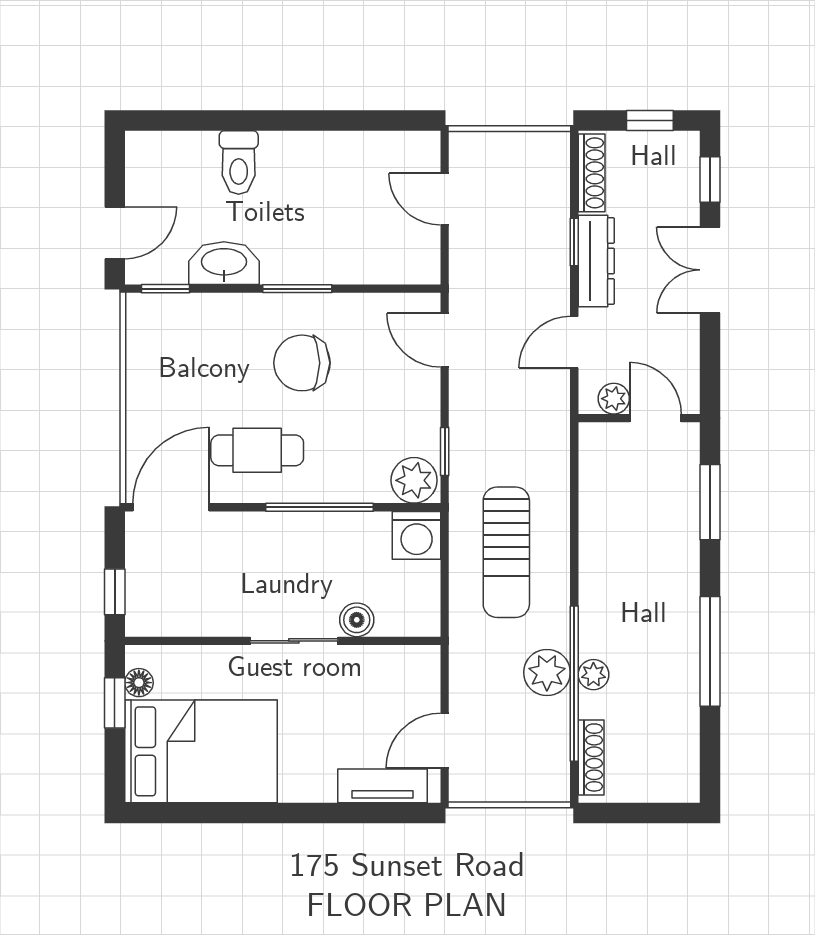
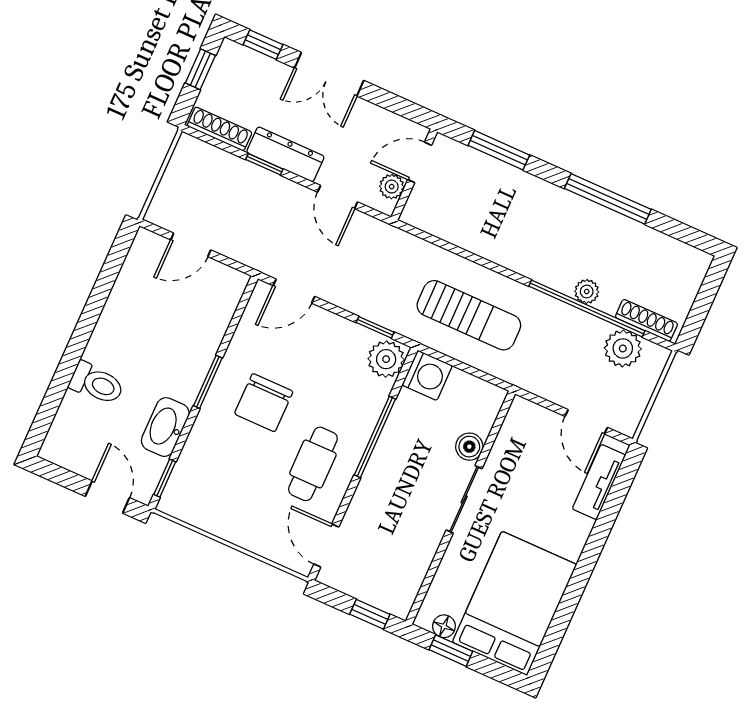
door: (171, 507) -> (326, 546), width x0.73
plant: (547, 673) -> (623, 348), moved

